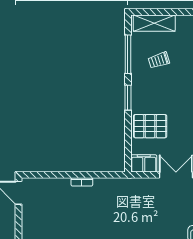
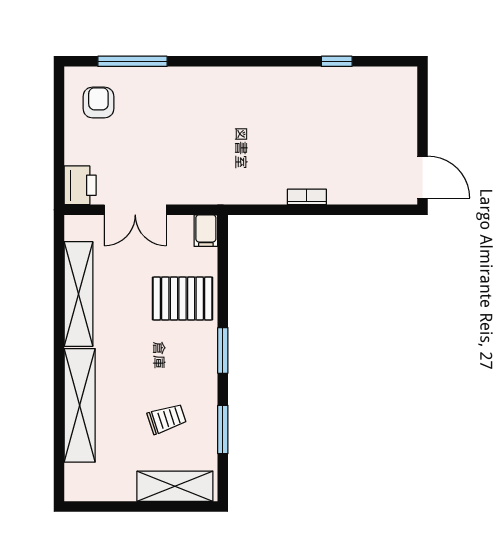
window: (128, 54) -> (223, 430), width x0.69
filing cabinet: (144, 163) -> (206, 231), width x0.50

